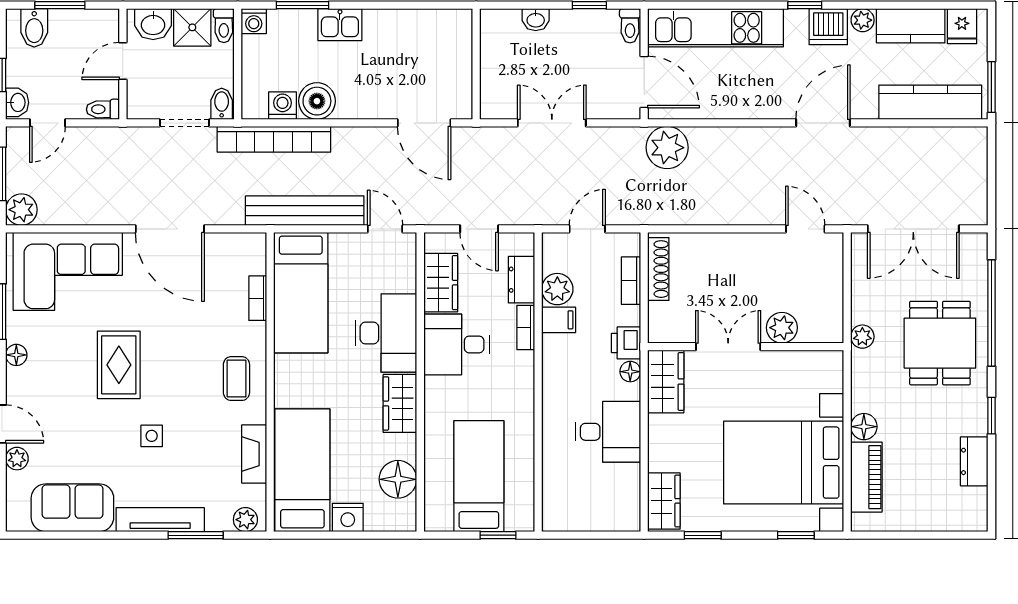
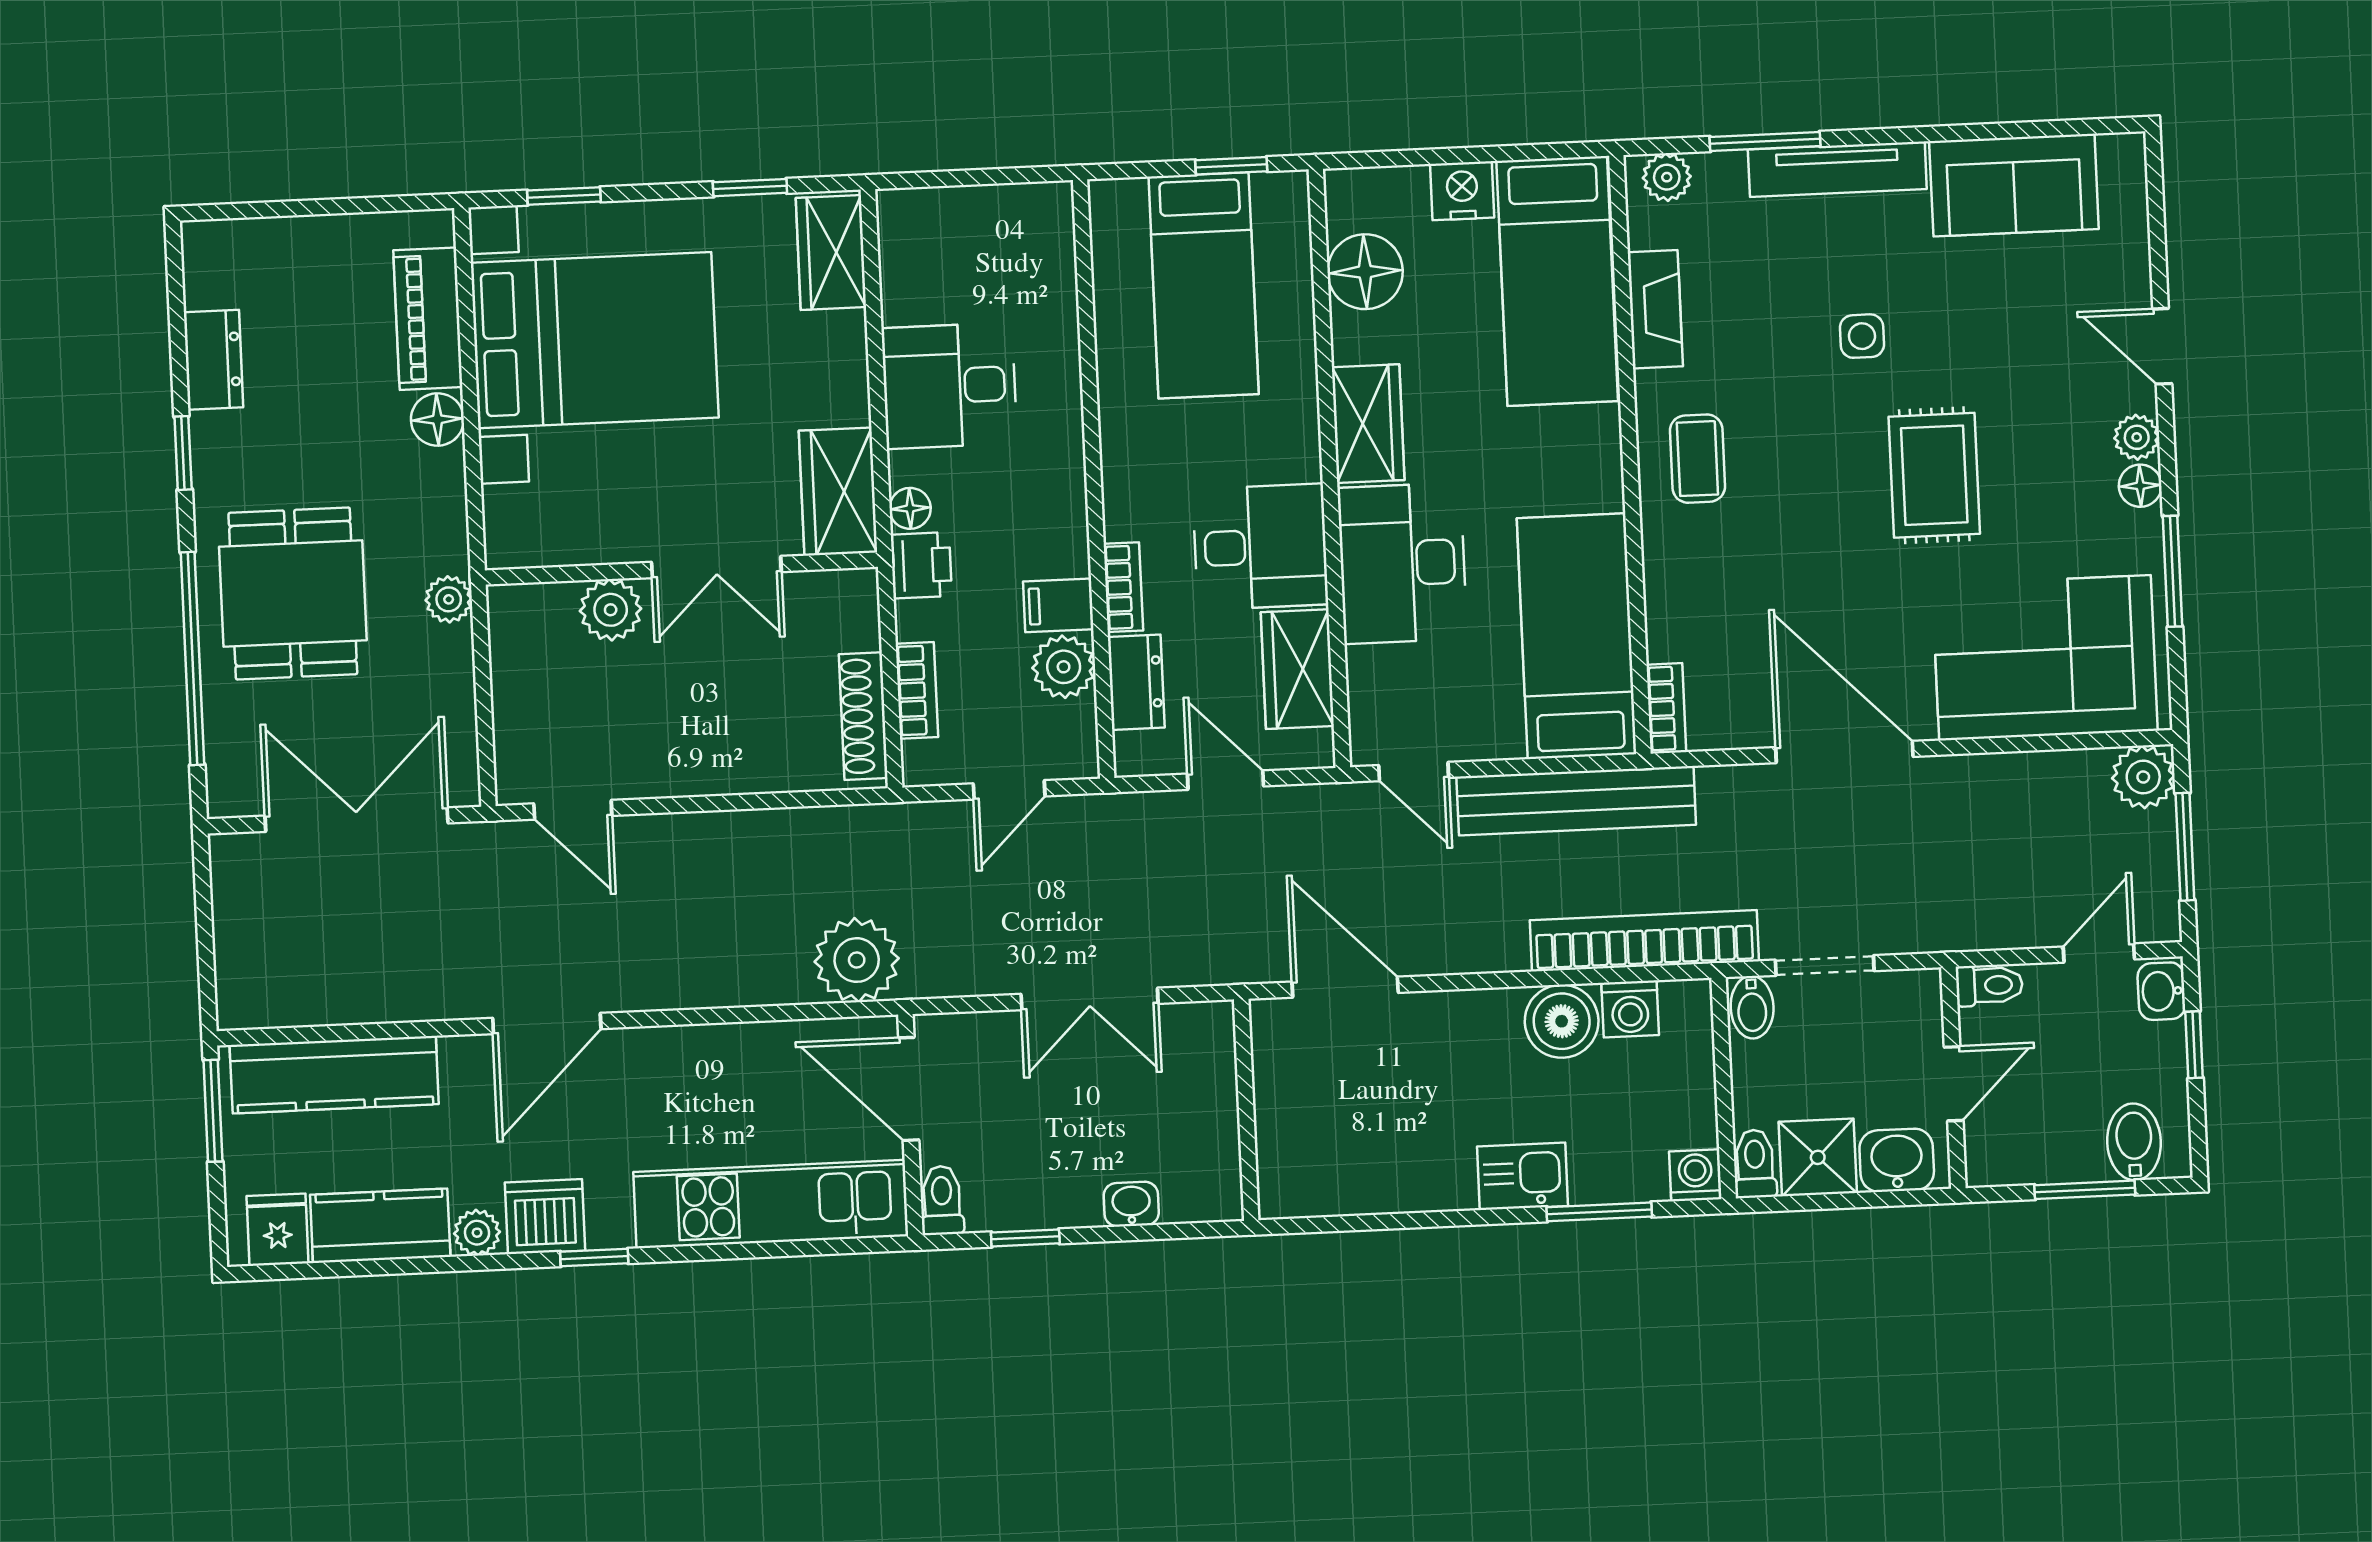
bookcase: (258, 298) -> (1666, 708), moved
plant: (17, 459) -> (2137, 437), moved
window: (498, 535) -> (1231, 166), moved

